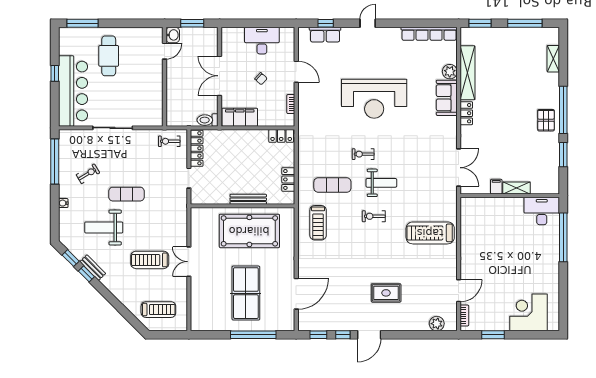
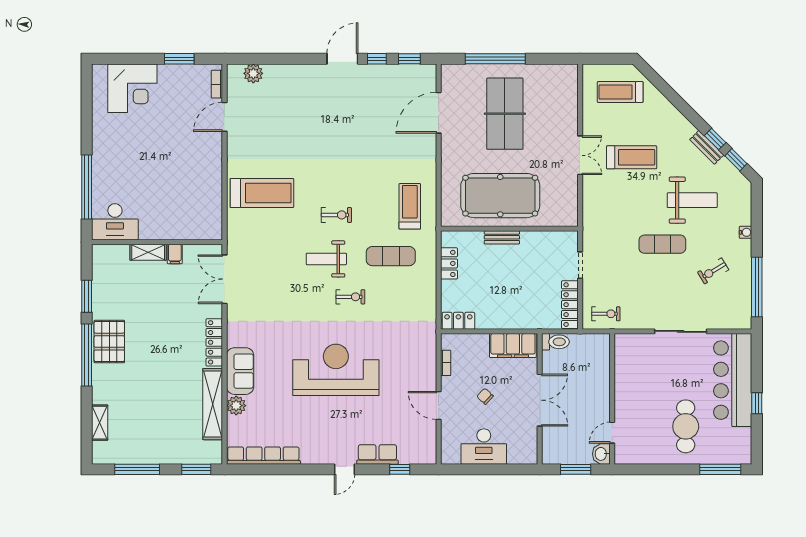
row of seats: (325, 35) -> (377, 454), moved
locker: (466, 113) -> (214, 342), width x1.53
pallet: (546, 120) -> (109, 342), width x1.50, depth x1.42
bench: (248, 199) -> (502, 237), width x0.73
rug: (386, 293) -> (320, 114), removed

